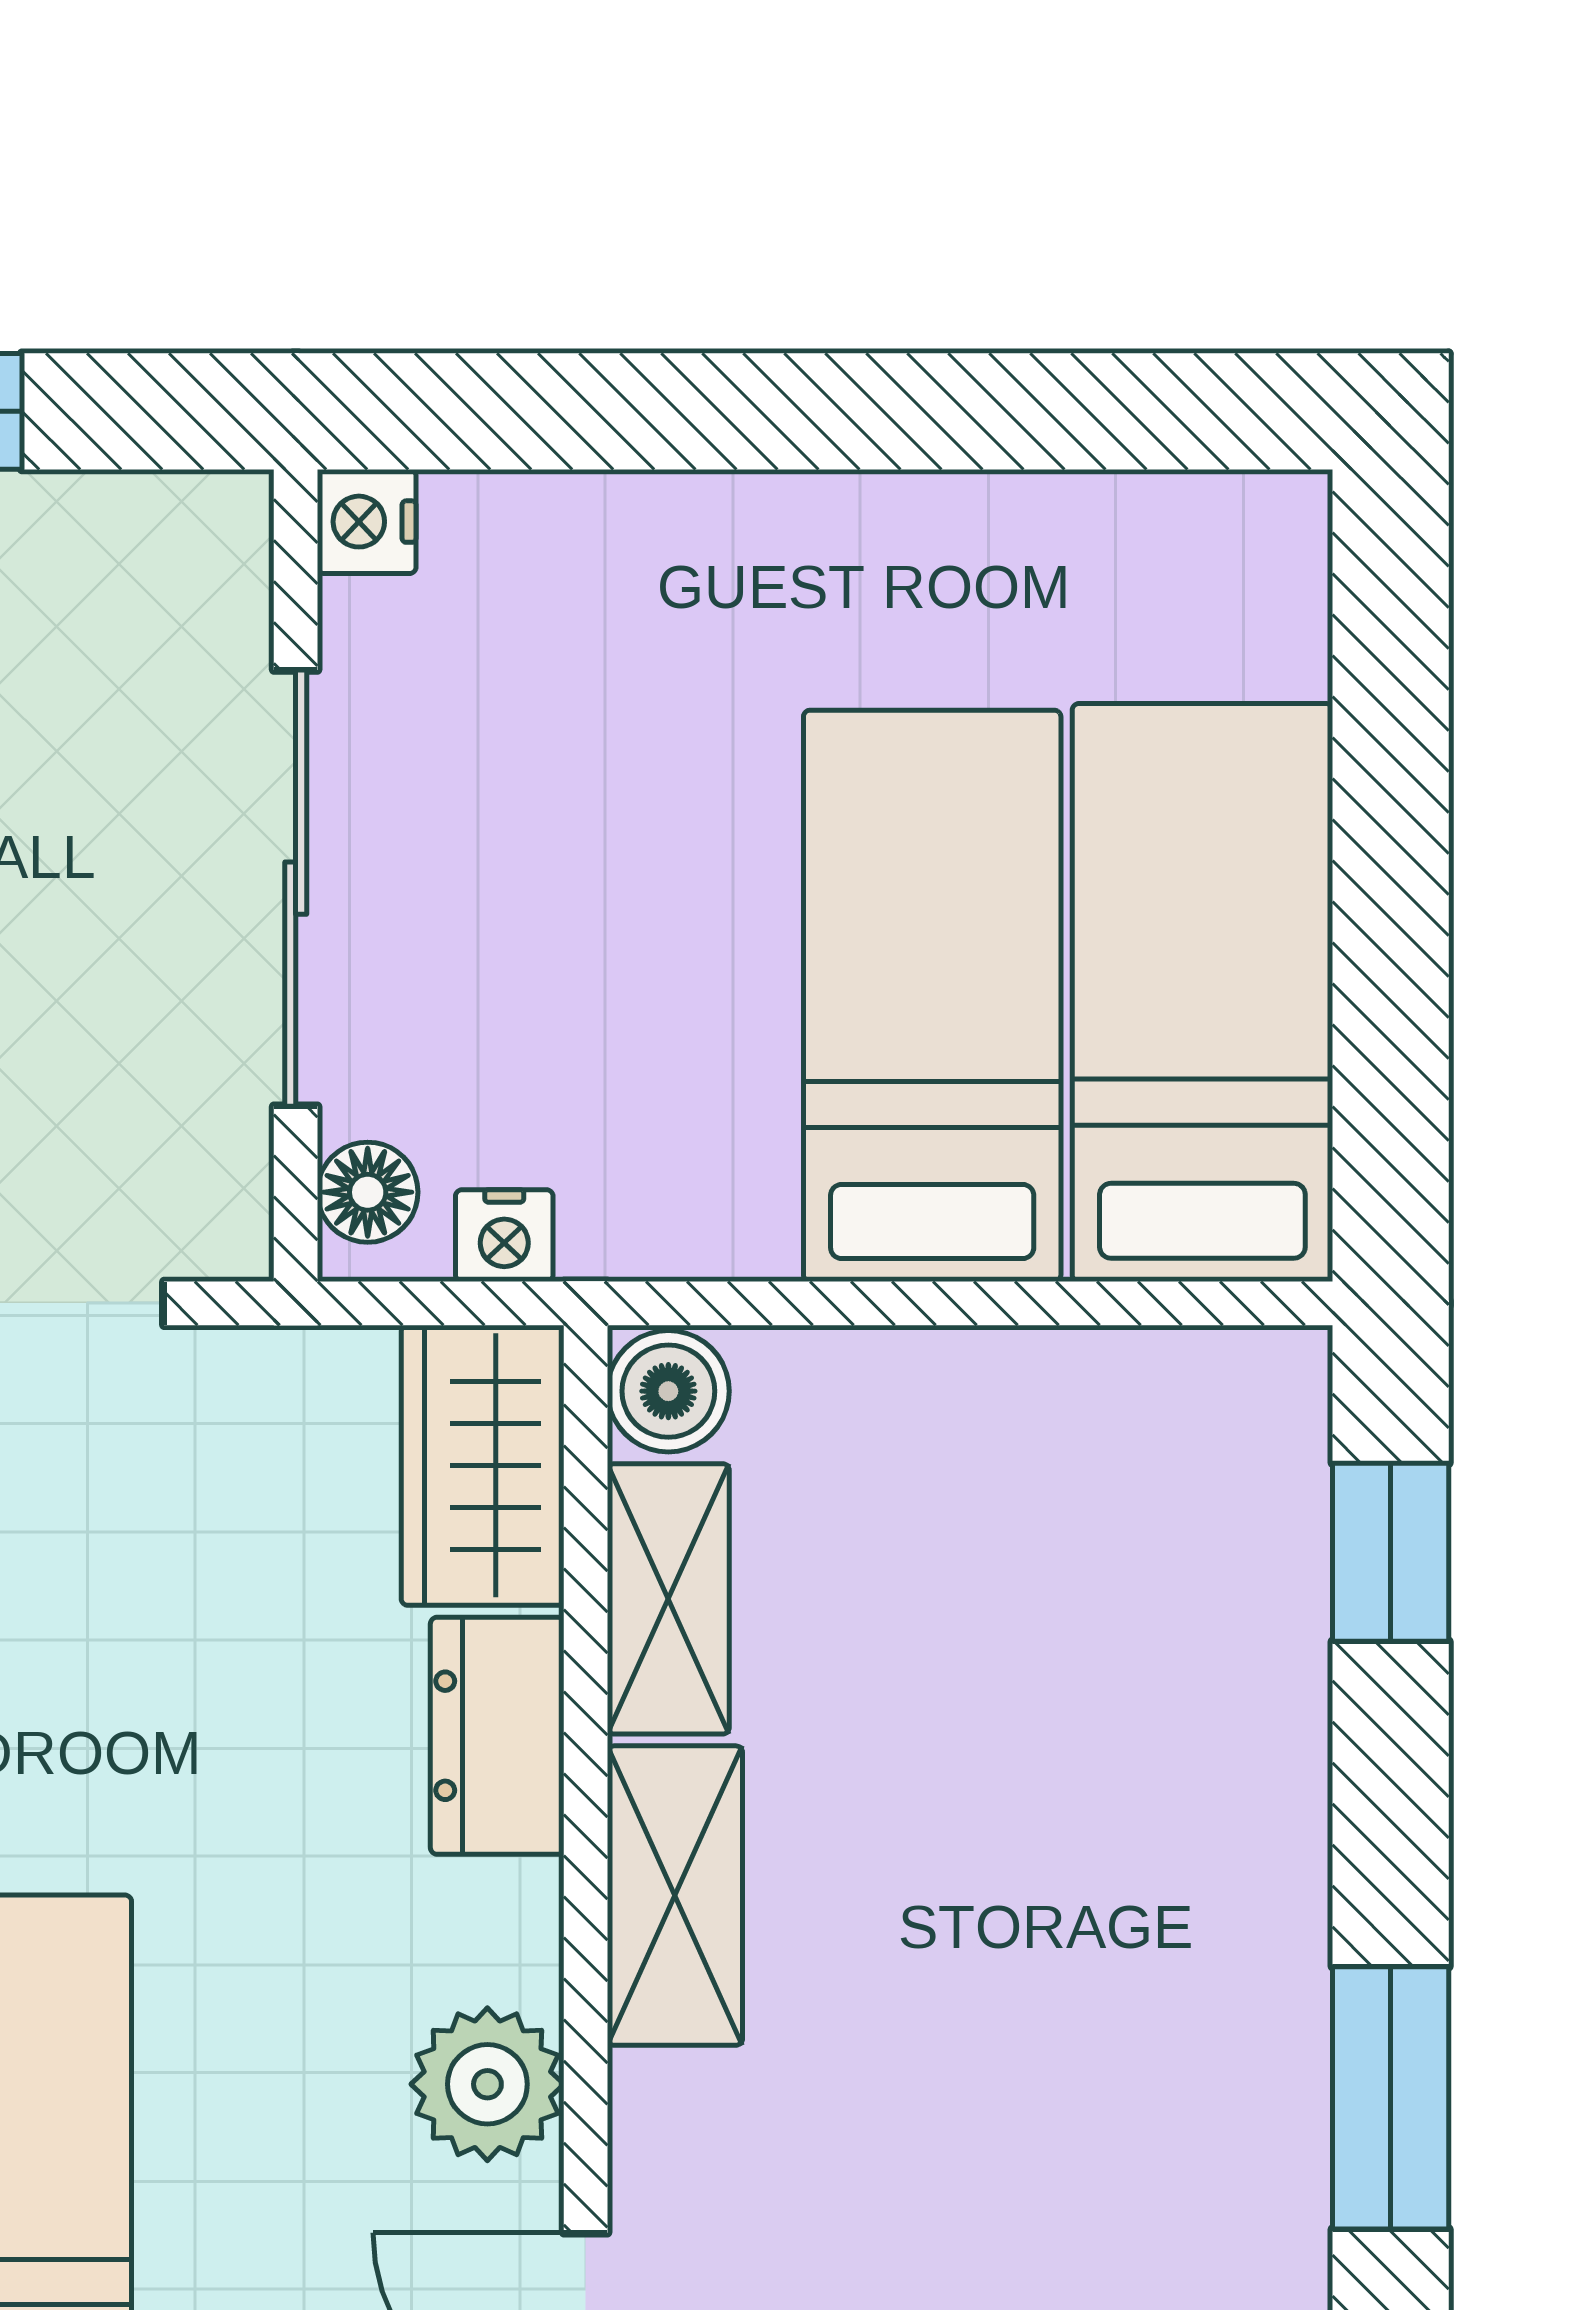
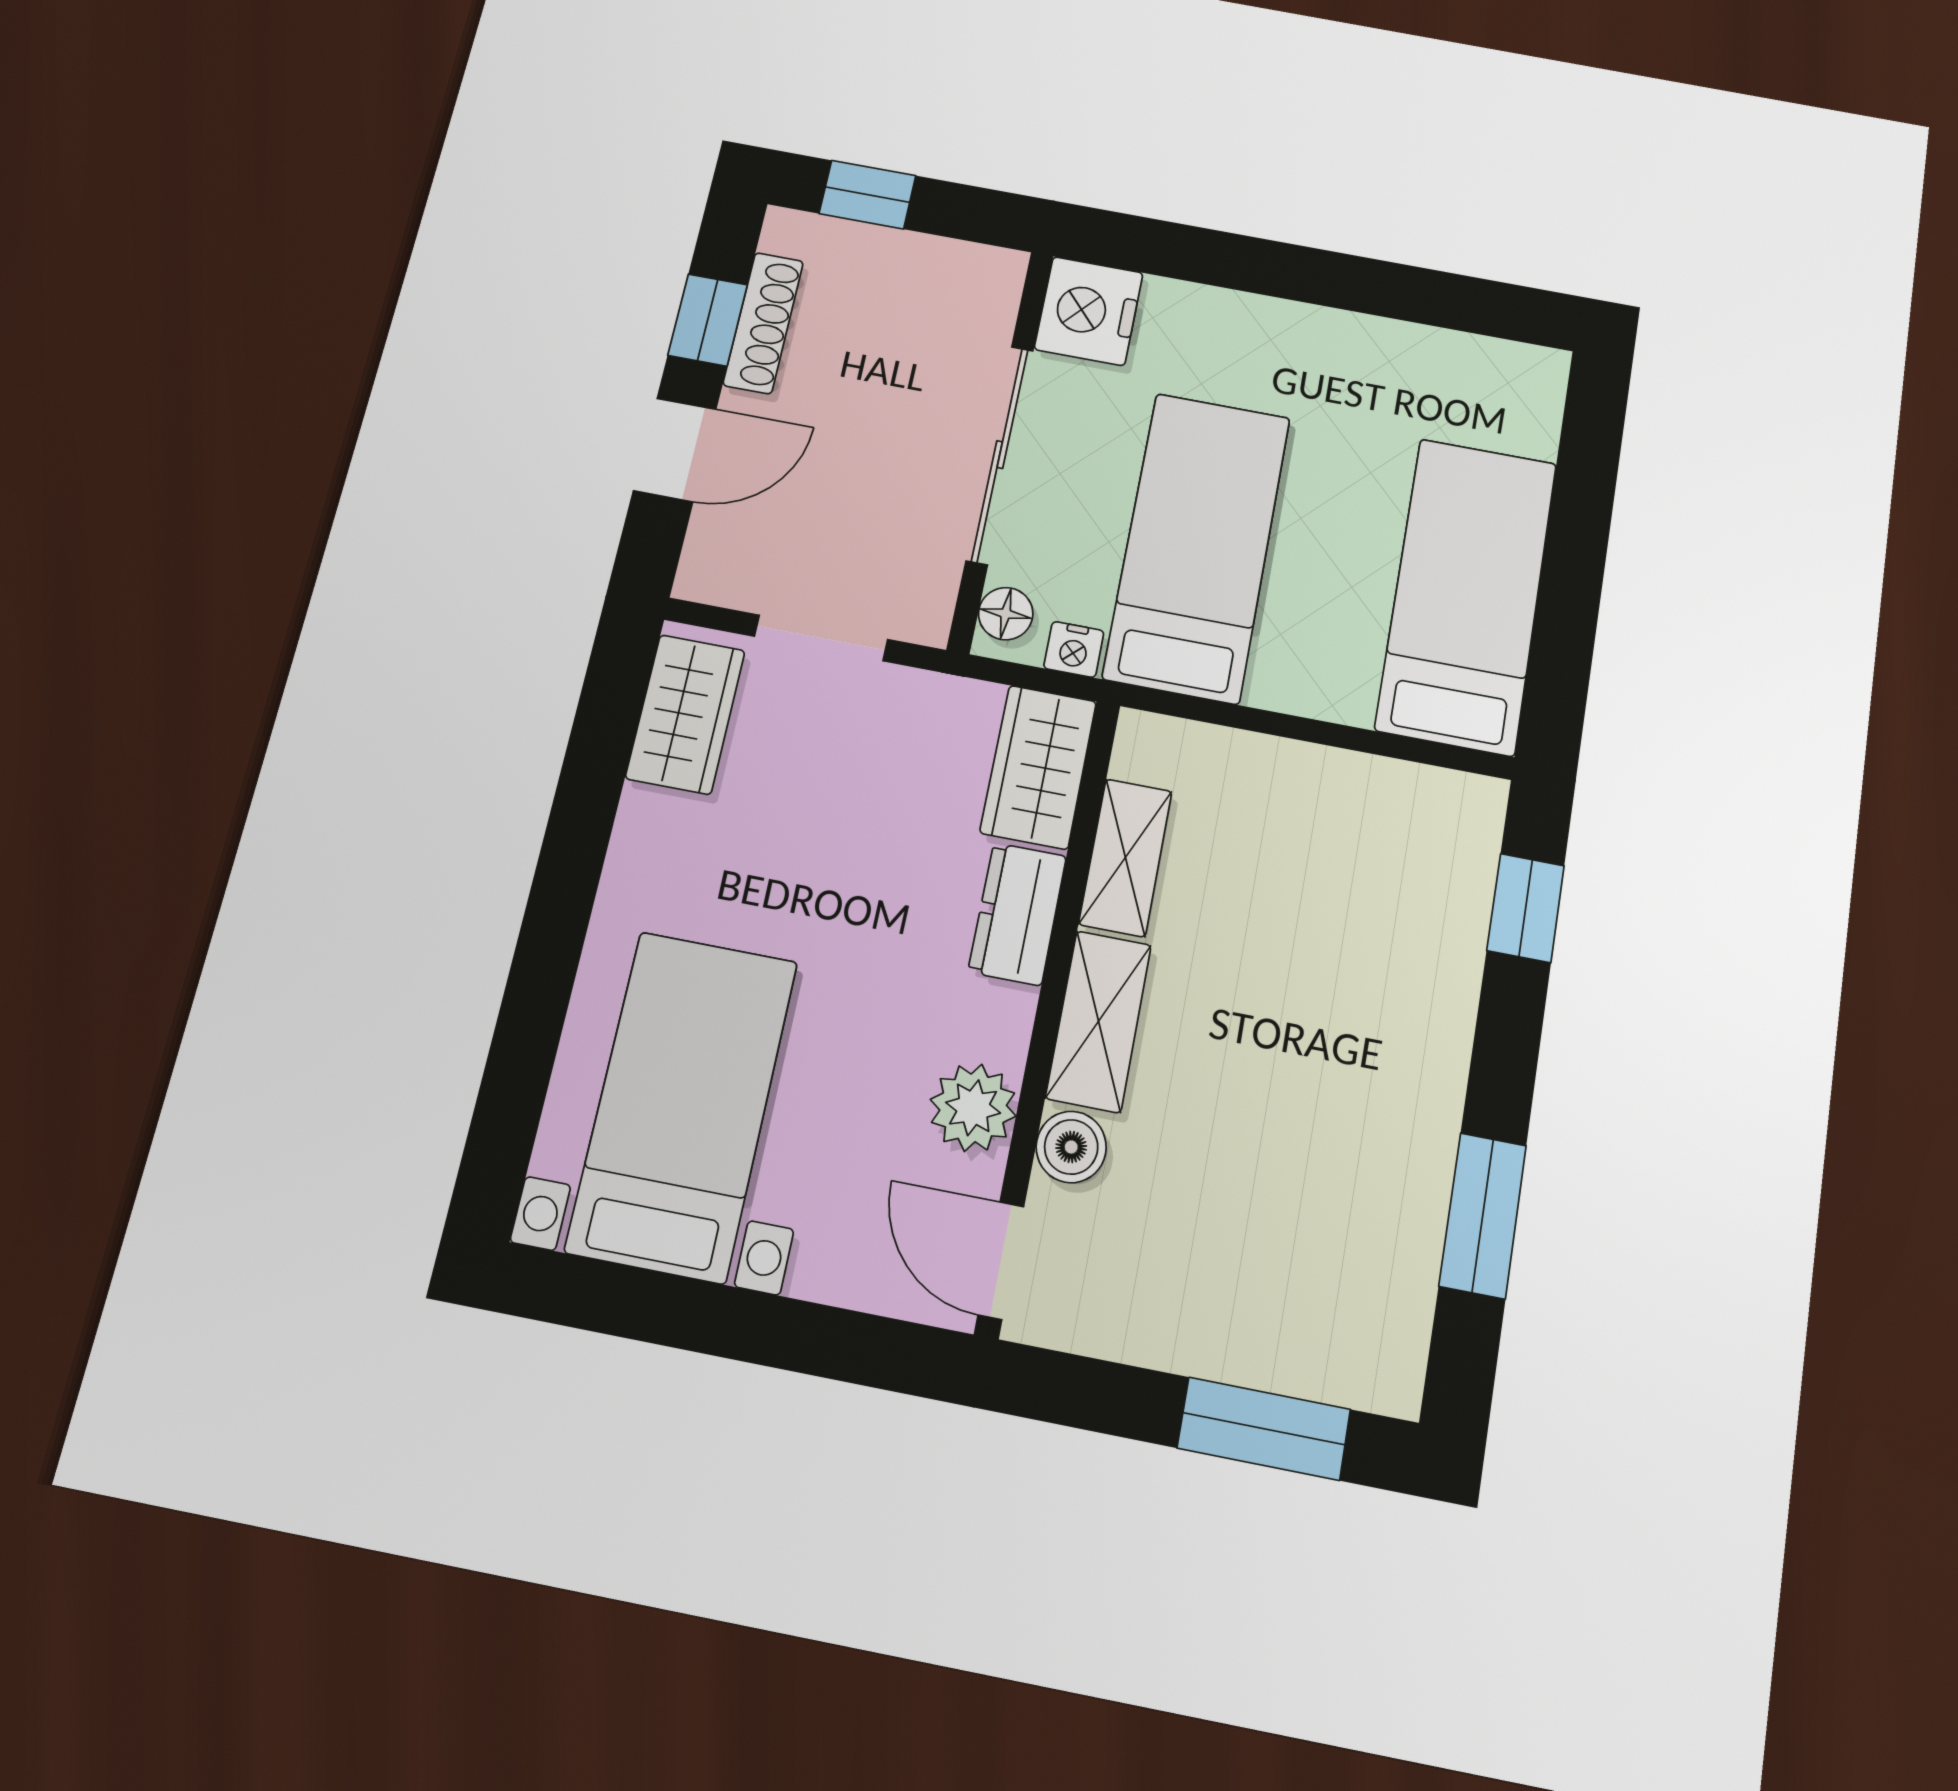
nightstand: (367, 522) -> (1089, 311), width x1.89, depth x1.79
bed: (932, 996) -> (1197, 547), moved
boiler: (668, 1391) -> (1071, 1147), moved

